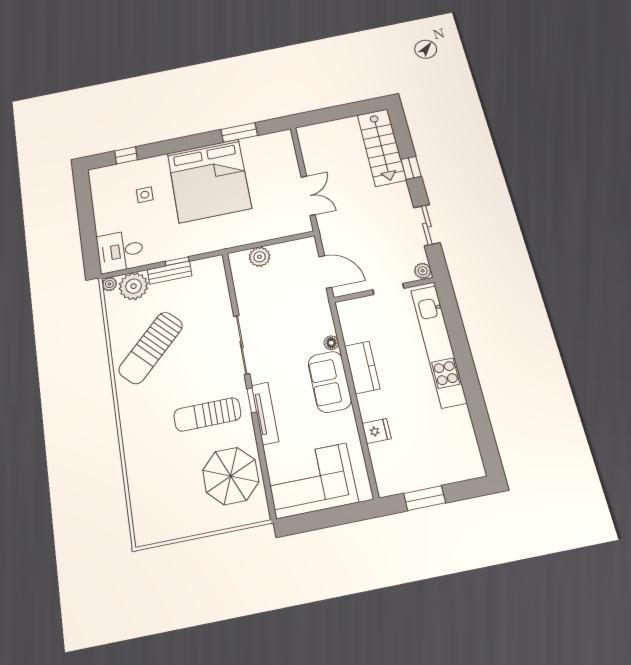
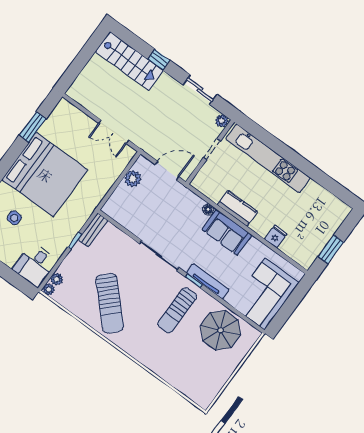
double door: (308, 196) -> (114, 132), swing flipped
plant: (260, 257) -> (133, 179), moved
bench: (170, 273) -> (93, 230), moved
plant: (134, 286) -> (57, 279), width x0.53, depth x0.53

